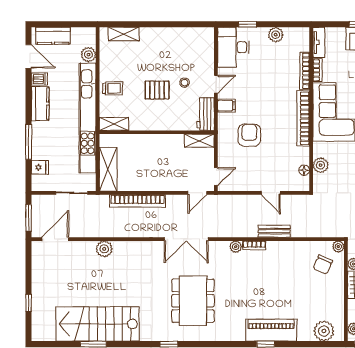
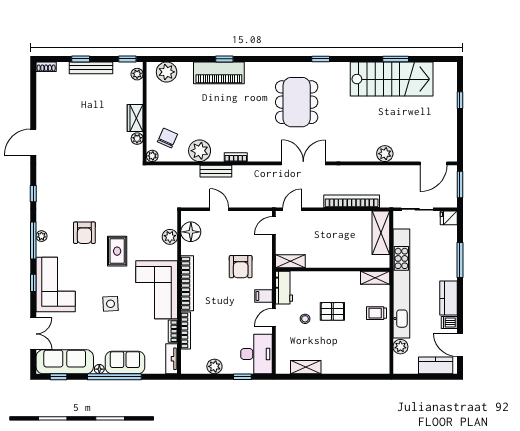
shelving: (124, 34) -> (306, 367), moved
fridge: (40, 167) -> (449, 218), moved
floor lamp: (304, 170) -> (191, 232), width x1.89, depth x1.89
plant: (236, 247) -> (200, 151), moved, width x1.87, depth x1.87

